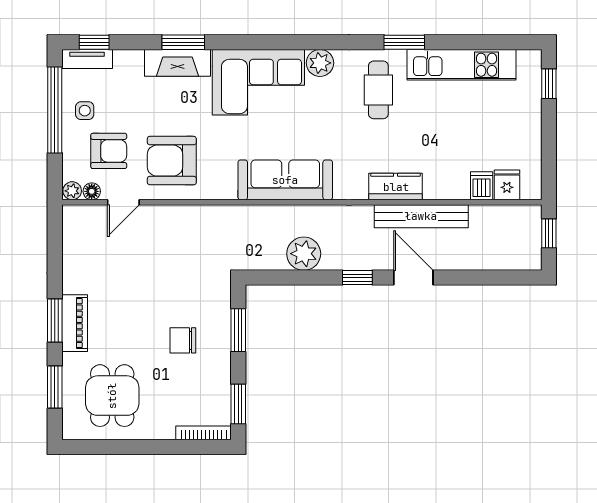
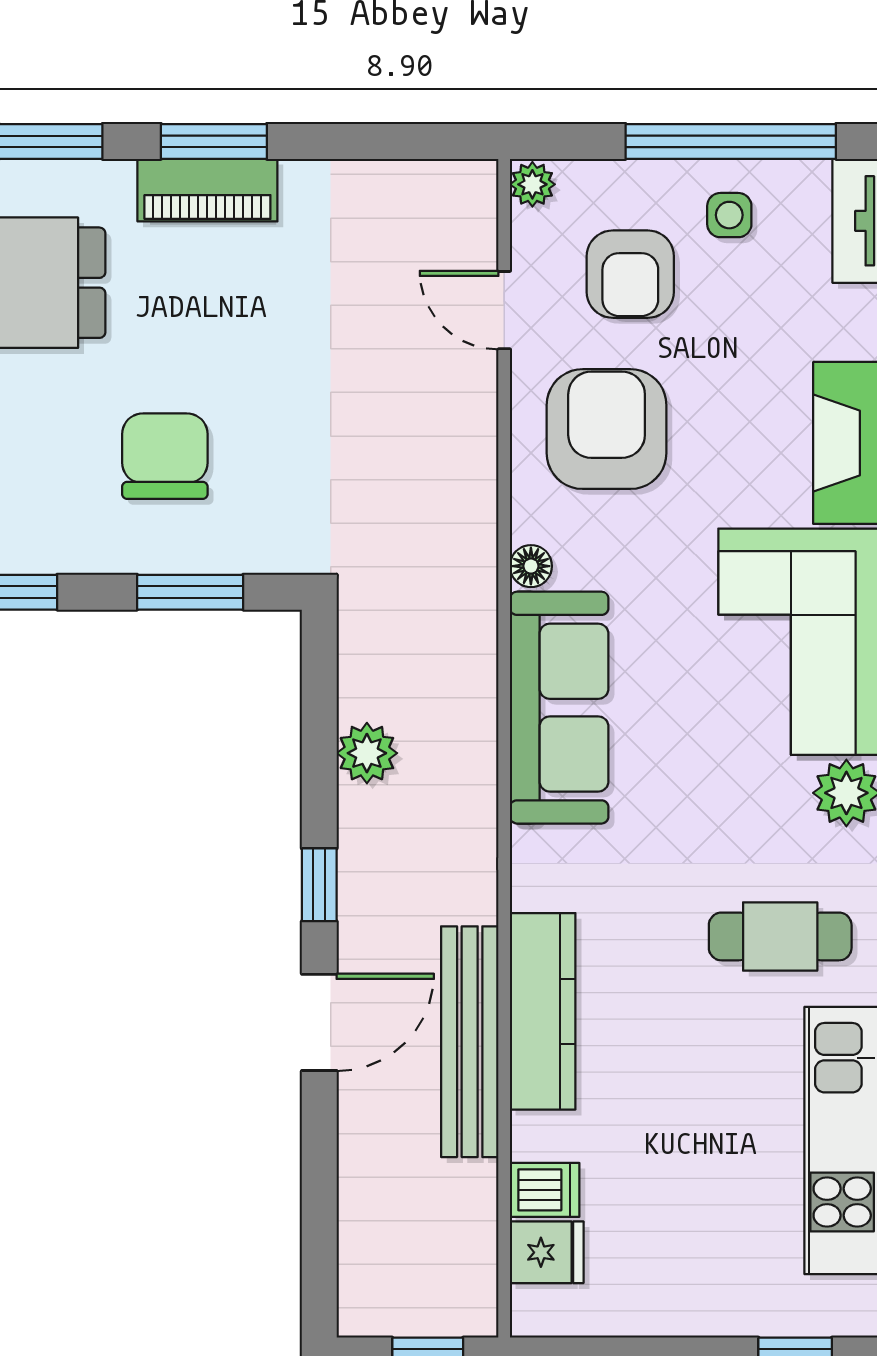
kitchen counter: (396, 187) -> (543, 1011), width x1.50
floor lamp: (92, 191) -> (531, 566), moved
plant: (304, 254) -> (367, 753), width x0.73, depth x0.73
chair: (183, 340) -> (165, 456), width x1.37, depth x1.37

